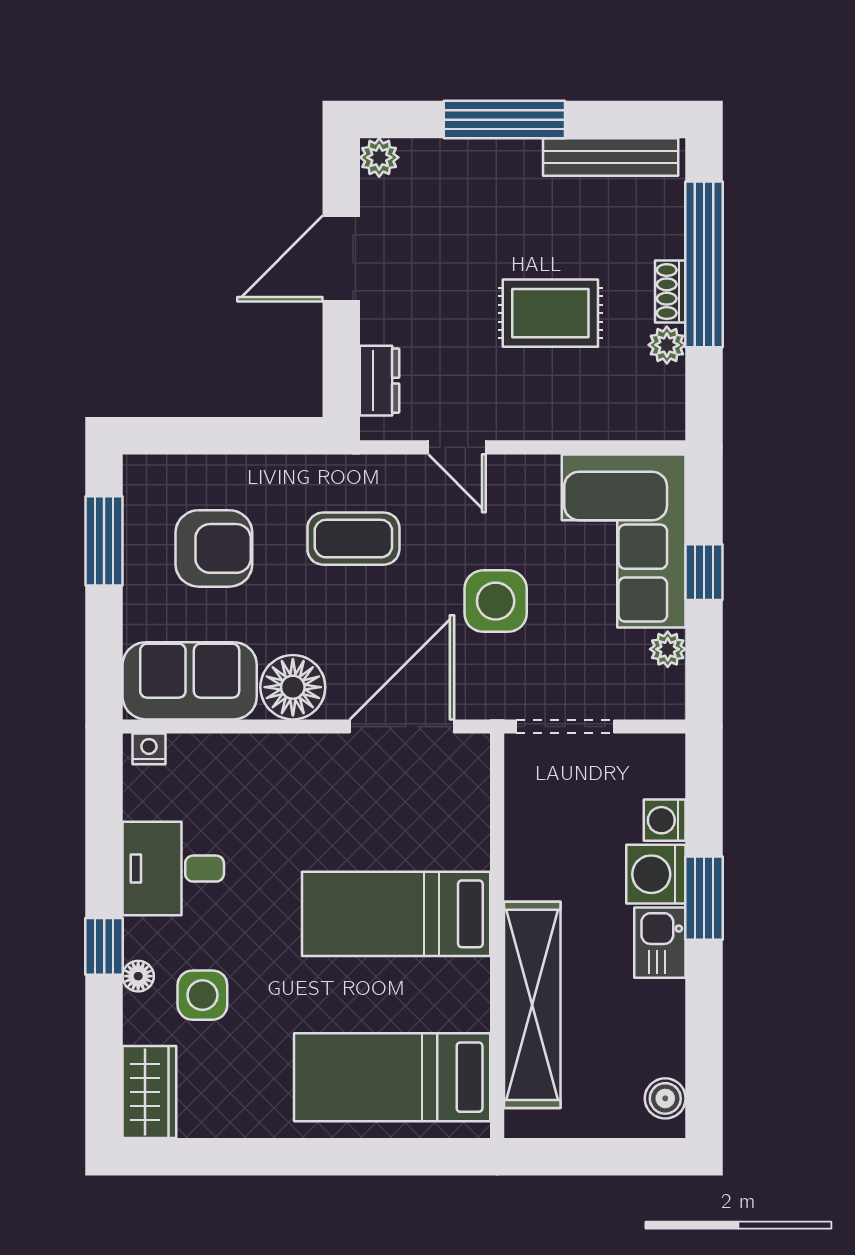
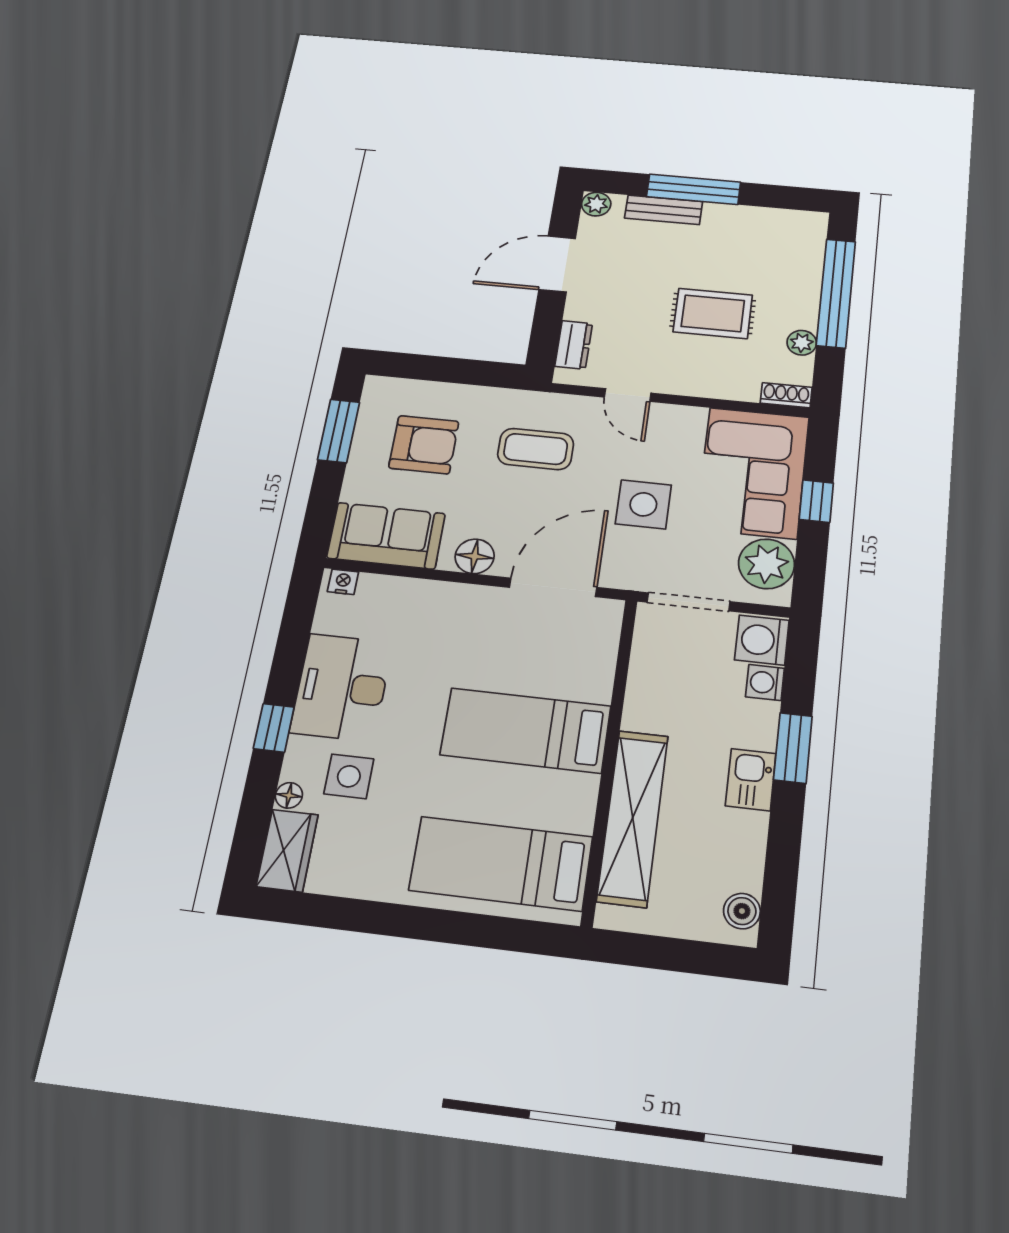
bench: (611, 157) -> (664, 210), moved, width x0.73
shoe rack: (670, 292) -> (786, 395), moved, turned 90
plant: (668, 649) -> (767, 564), width x1.88, depth x1.88
floor lamp: (293, 687) -> (475, 556), width x0.73, depth x0.73
desk: (173, 869) -> (342, 687), width x1.37
washing machine: (656, 874) -> (762, 640), moved
floor lamp: (138, 976) -> (289, 795), moved

